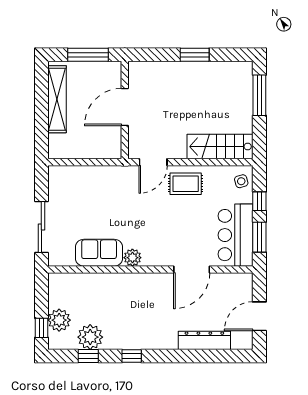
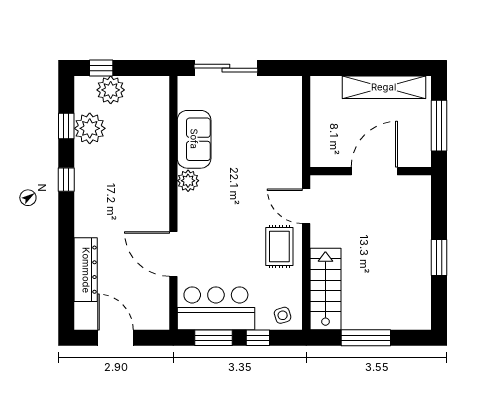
window: (259, 95) -> (366, 338), moved
door: (125, 107) -> (374, 171), hinge flipped

